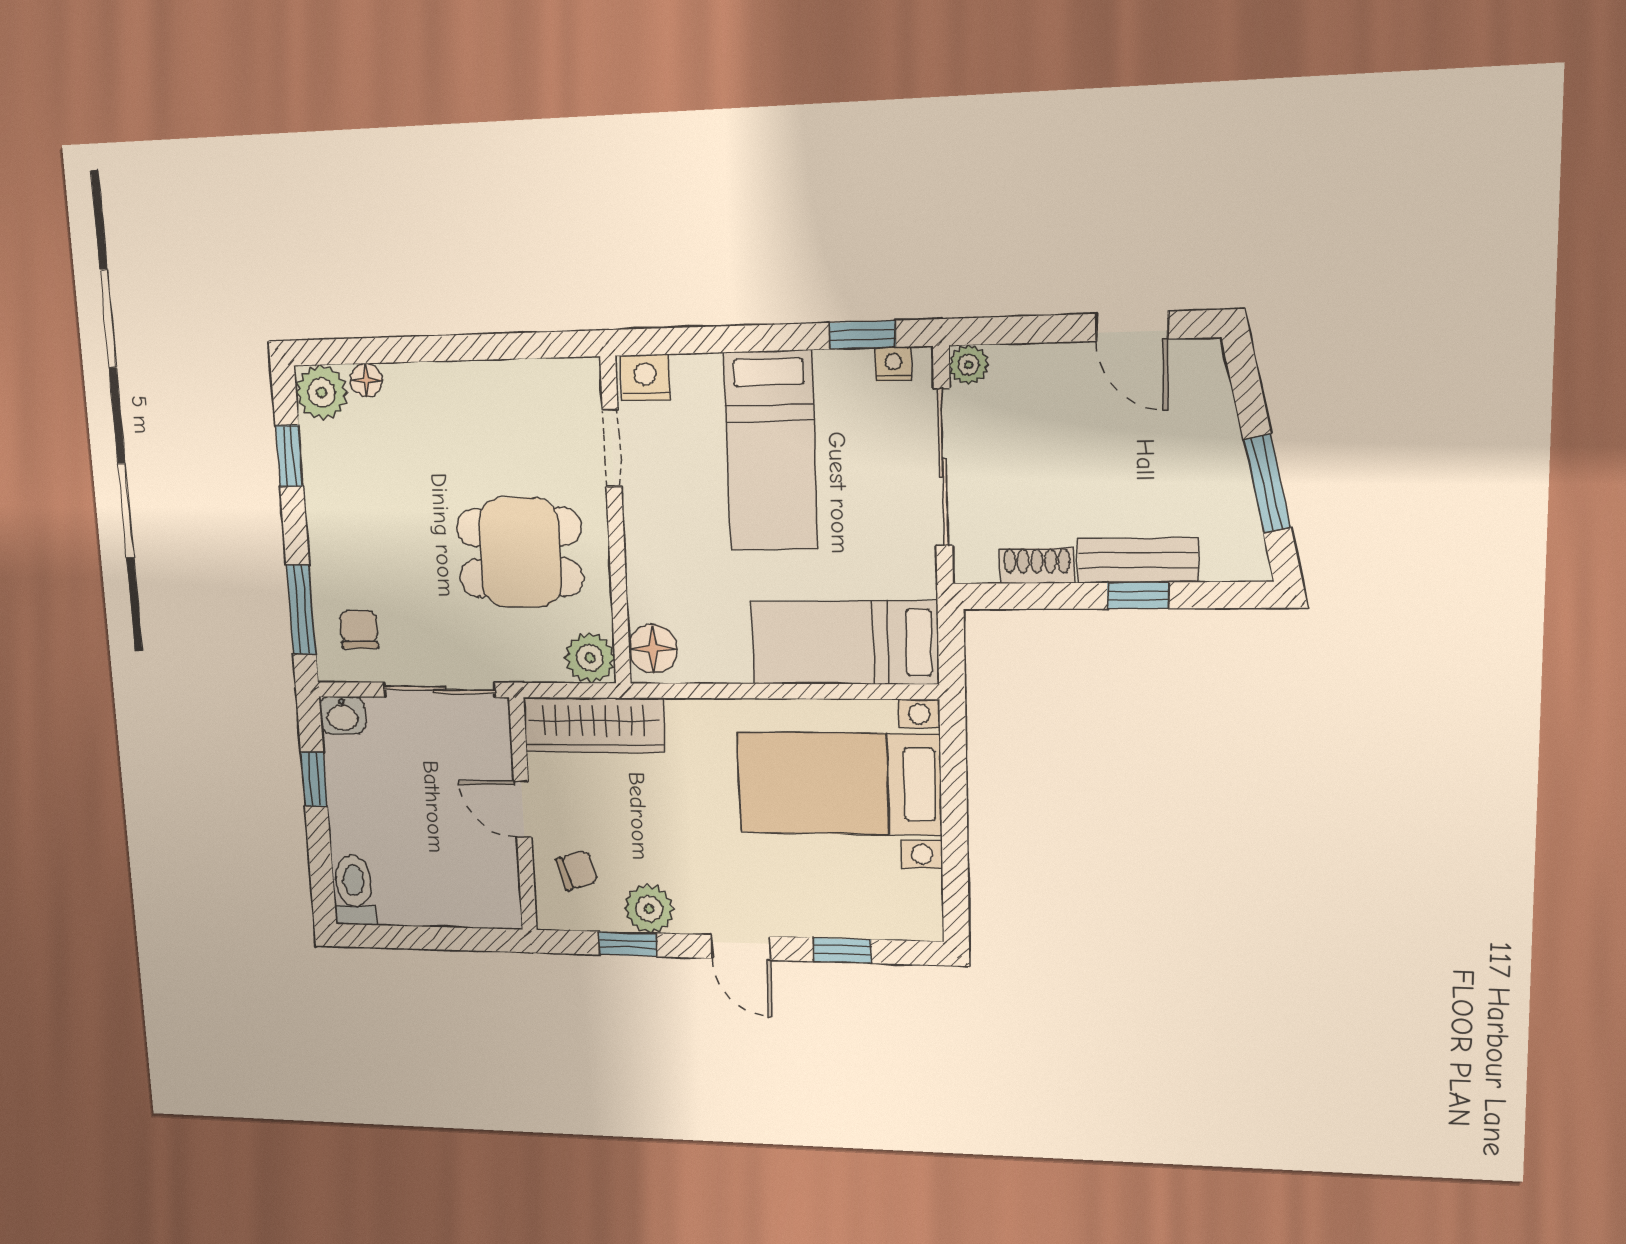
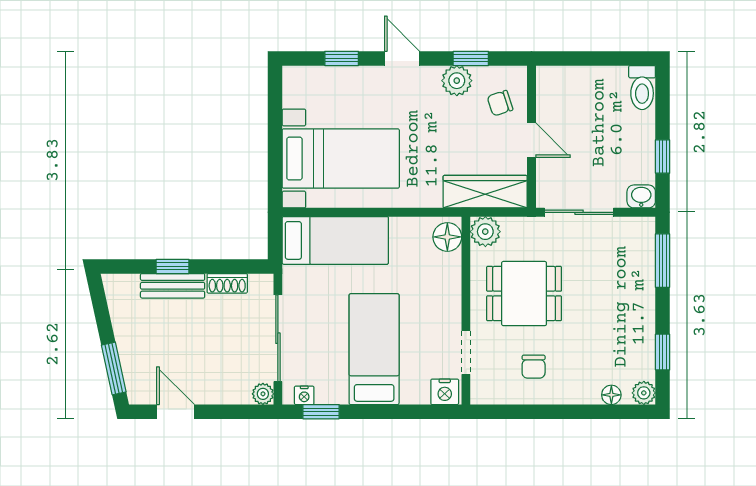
plant: (322, 392) -> (644, 393), width x0.73, depth x0.73
window: (1267, 483) -> (114, 369), moved
chair: (359, 630) -> (534, 367), moved

